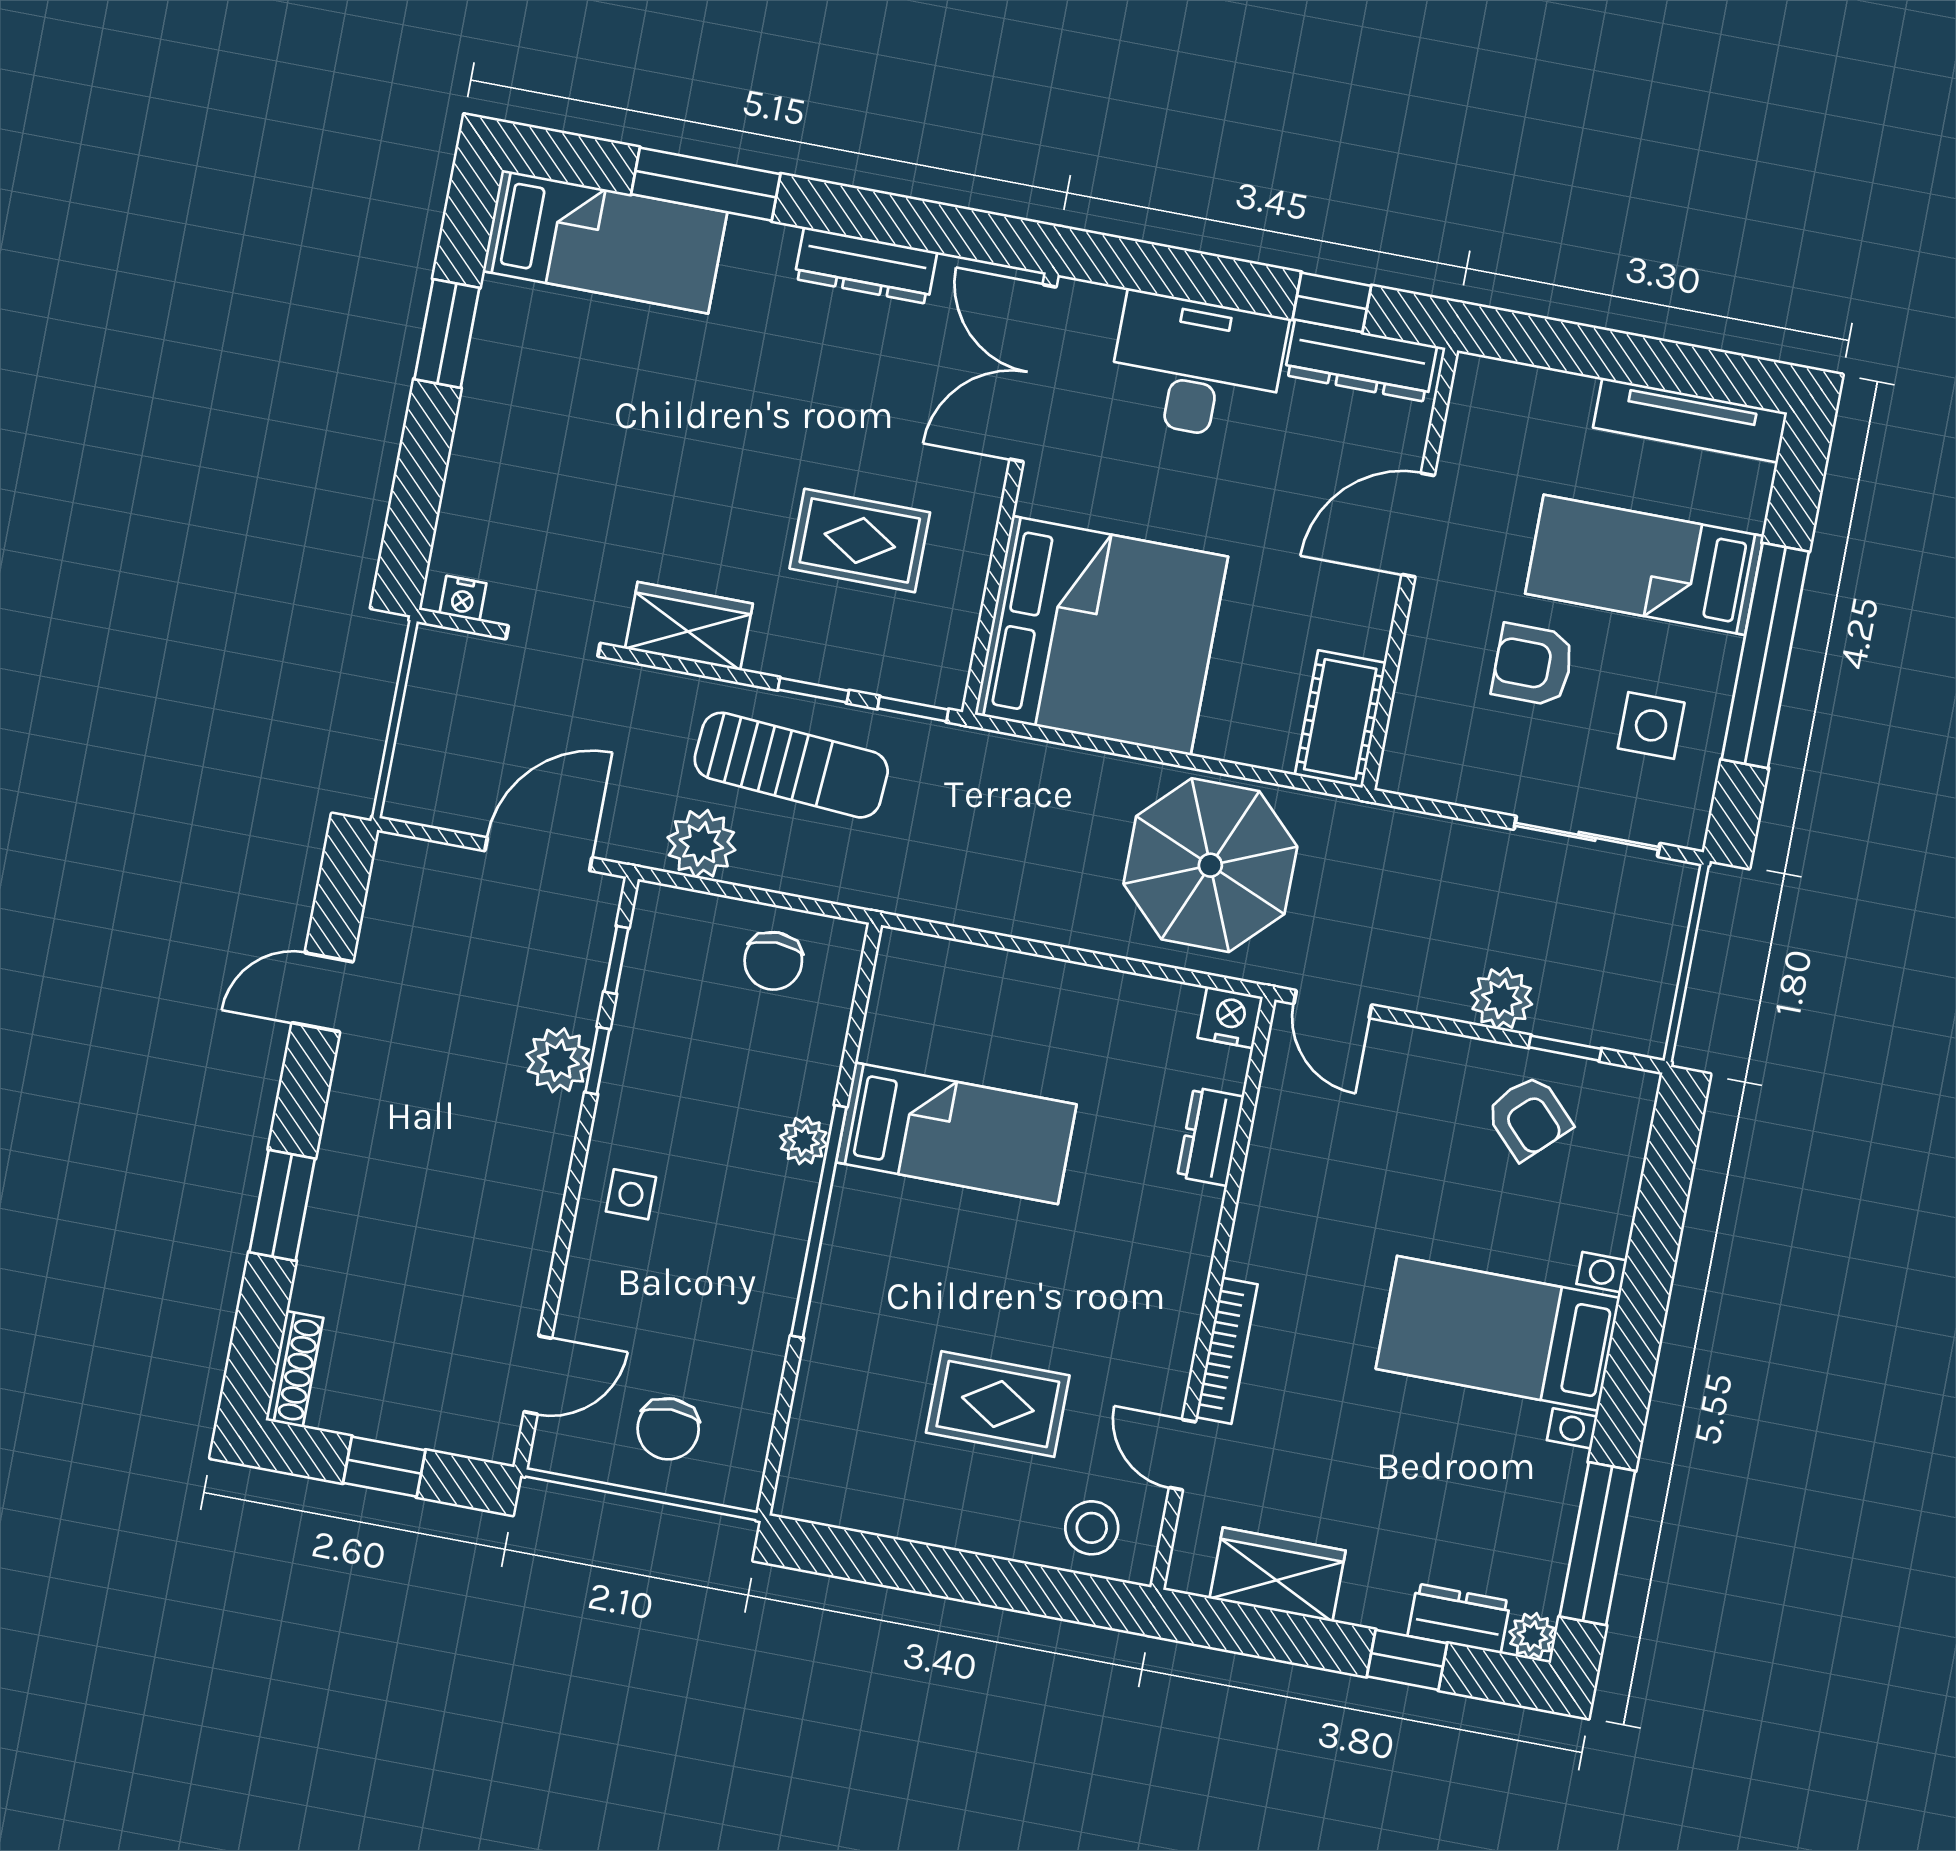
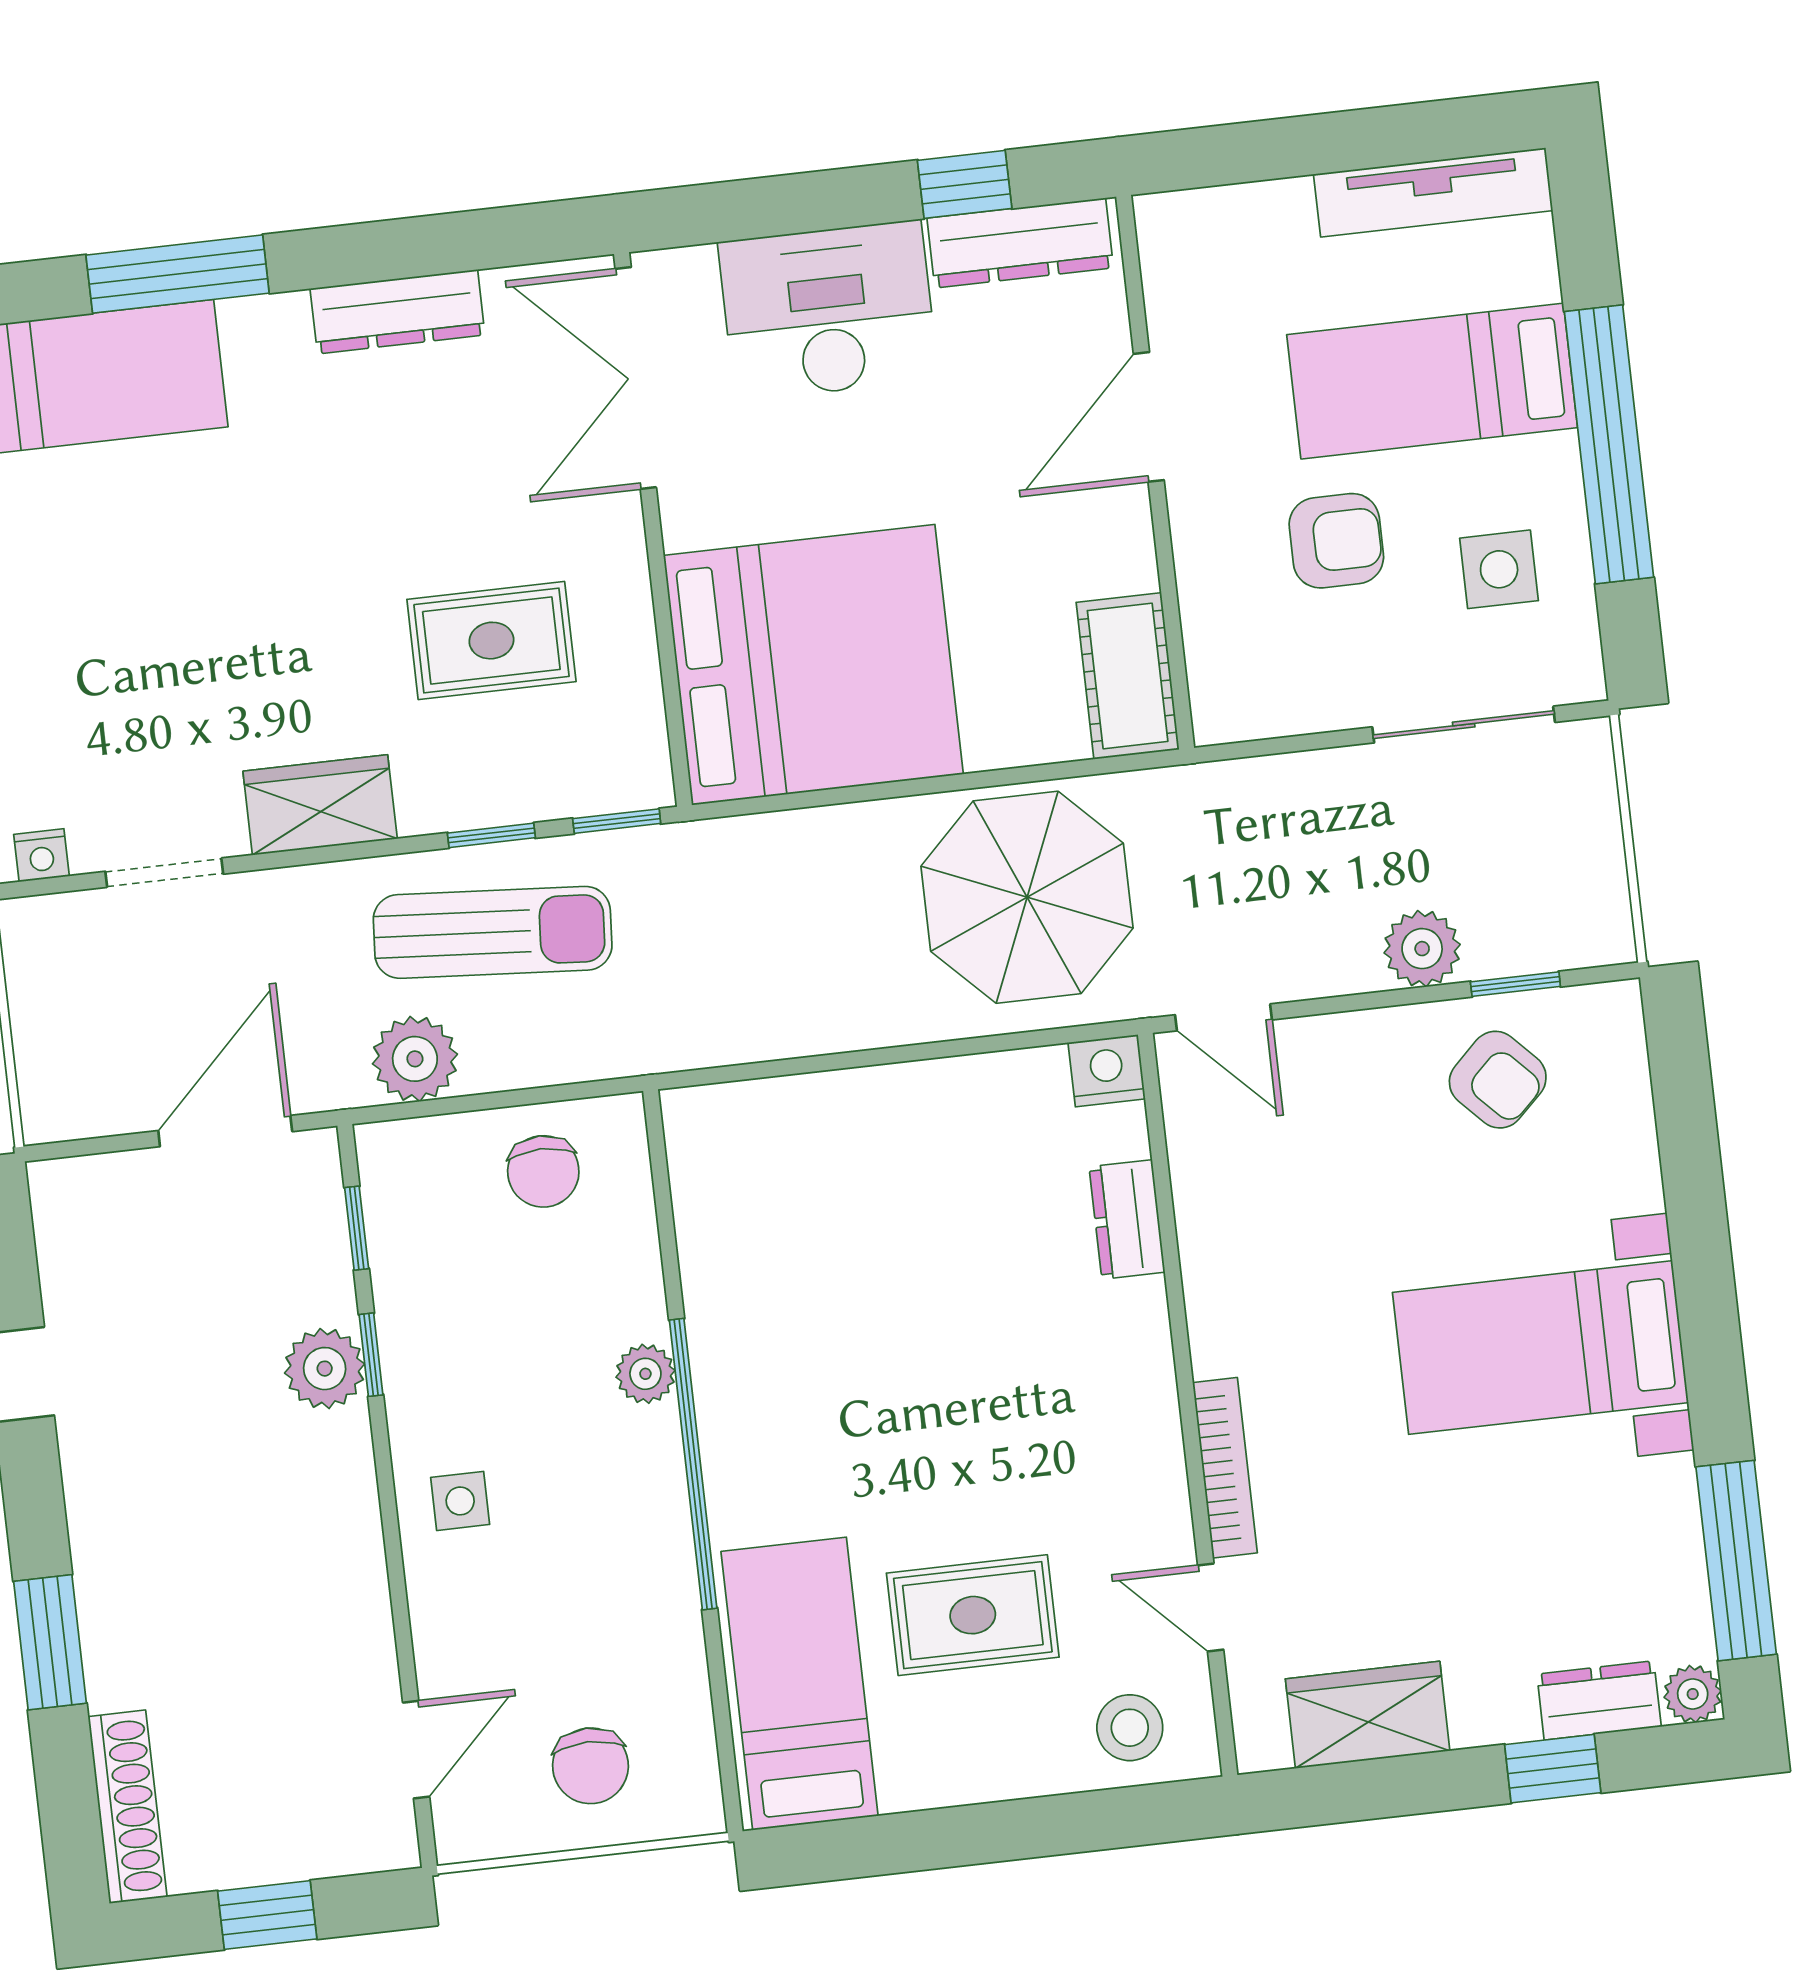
armchair: (1533, 665) -> (1336, 541), turned 180
bed: (956, 1133) -> (800, 1684), moved, turned -90
shoe rack: (294, 1369) -> (127, 1807), width x1.36, depth x1.24

